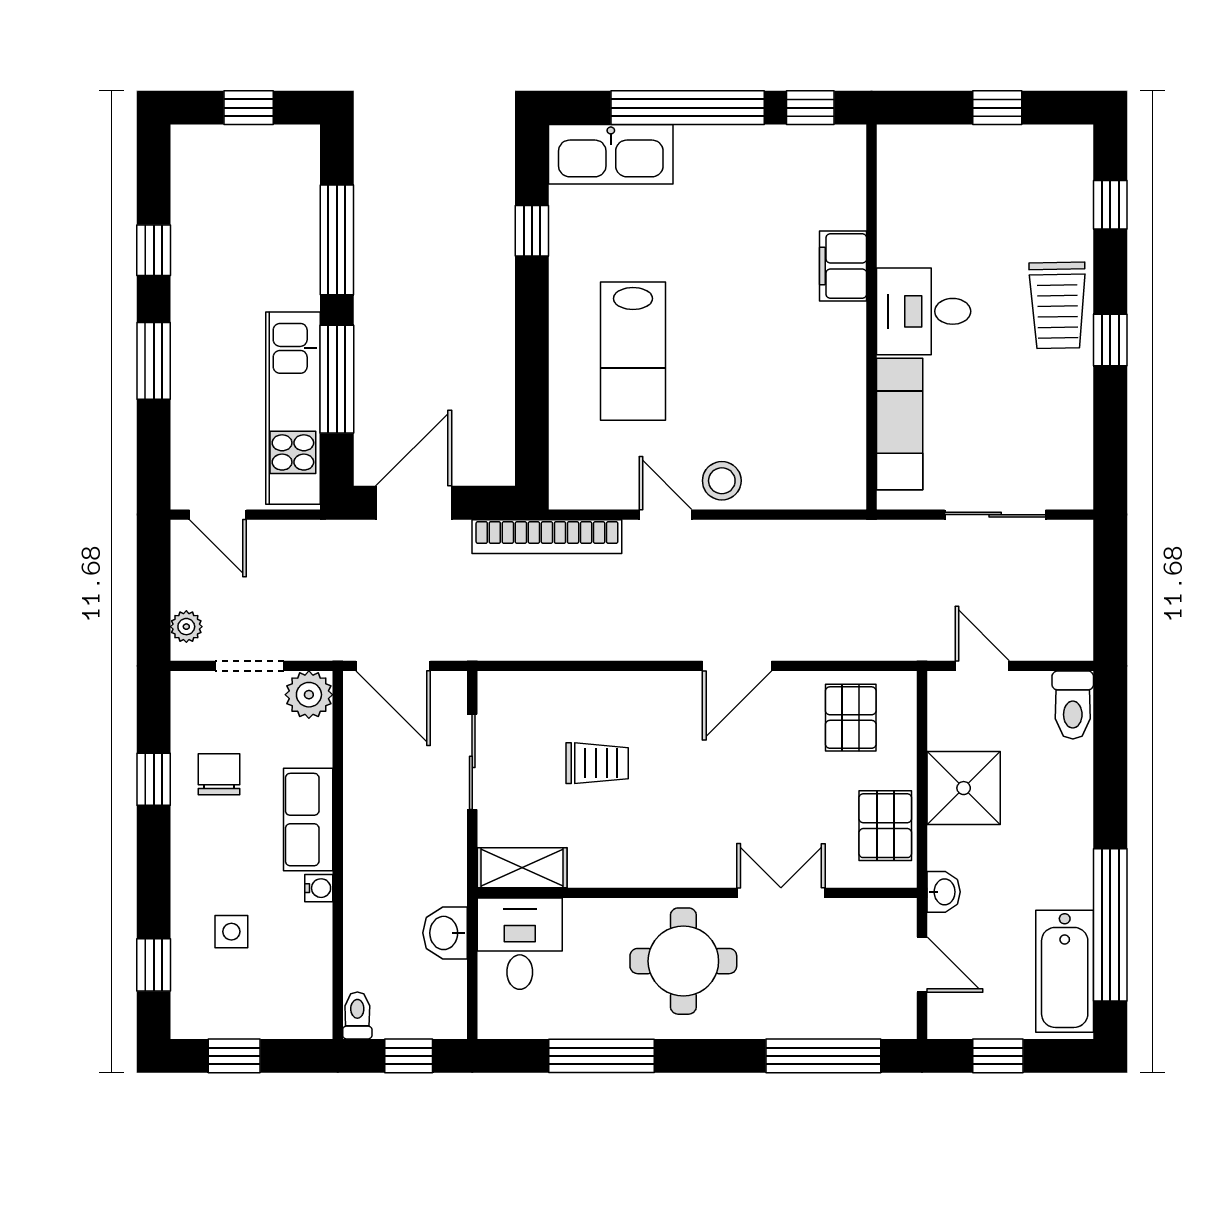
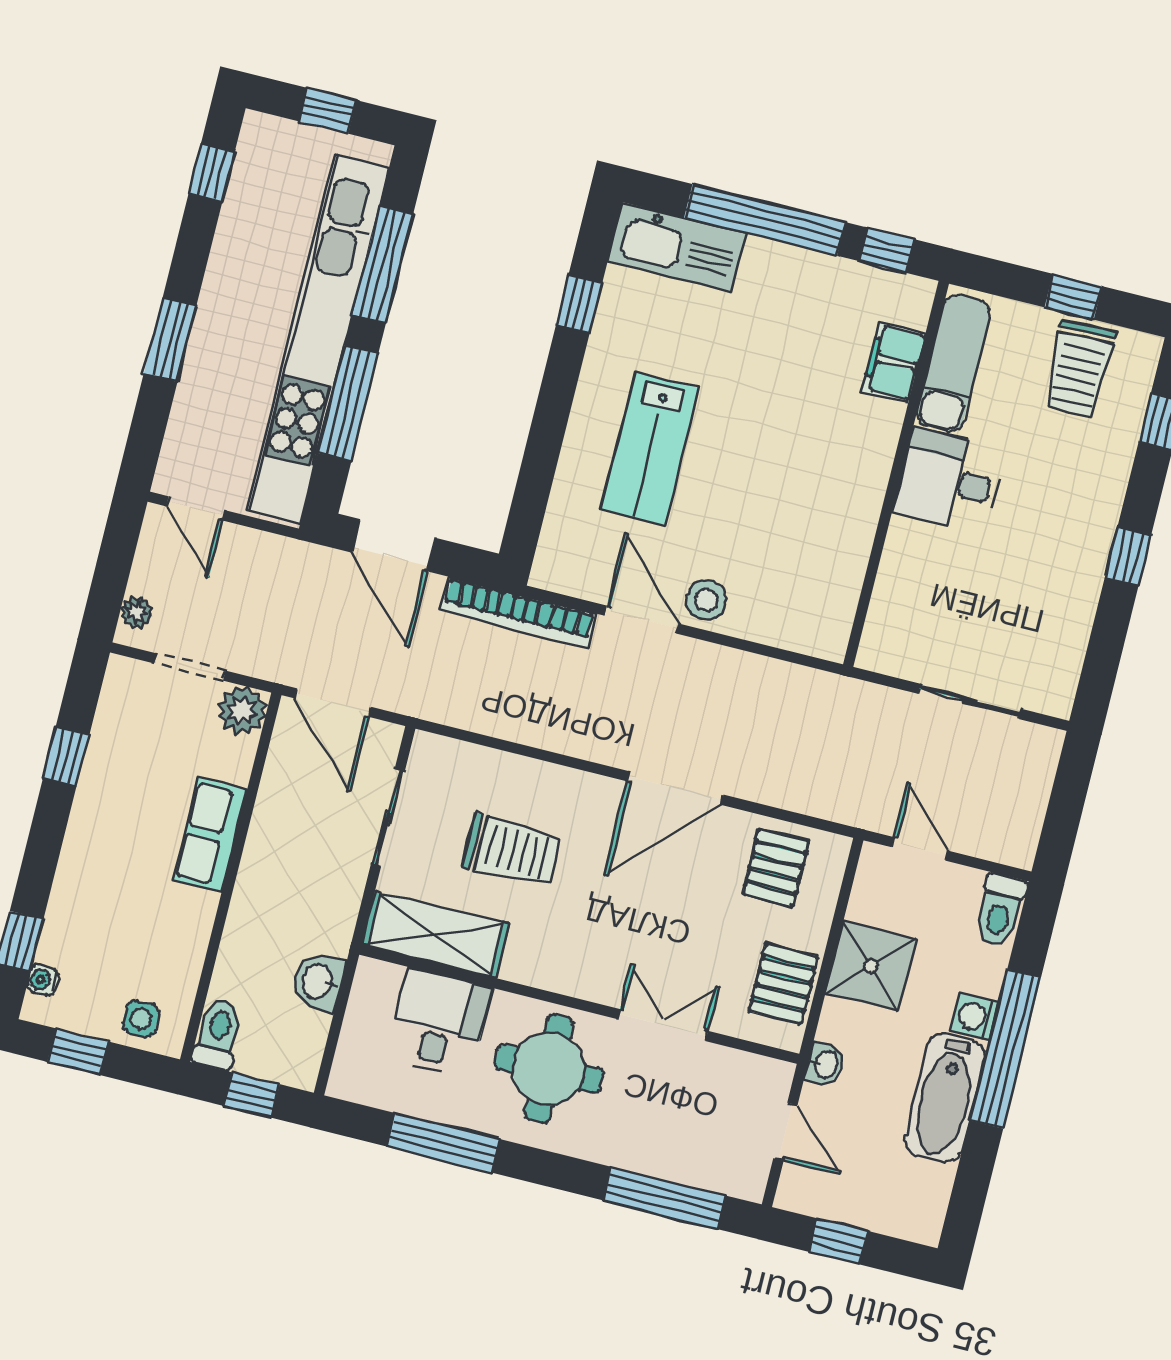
window: (154, 250) -> (212, 173), moved
filing cabinet: (843, 266) -> (894, 362), moved
trolley: (1058, 305) -> (1079, 369), moved
kitchen unit: (293, 408) -> (318, 339), width x1.86
exam couch: (900, 424) -> (953, 363), moved
door: (414, 503) -> (394, 545), swing flipped
door: (665, 515) -> (642, 620), width x1.38
door: (737, 666) -> (675, 788), width x1.36
trolley: (597, 763) -> (512, 850), width x1.36, depth x1.39
chair: (219, 774) -> (133, 767), removed
washing machine: (1074, 811) -> (975, 1017), added
shelving: (522, 868) -> (435, 935), width x1.50, depth x1.33
water cooler: (319, 888) -> (43, 980), moved, turned 180
window: (1110, 925) -> (1005, 1049), moved
side table: (231, 932) -> (141, 1019), moved
desk: (520, 944) -> (439, 1023), moved
bathtub: (1065, 971) -> (945, 1098), moved
toilet: (357, 1015) -> (218, 1034), width x1.37, depth x1.39

